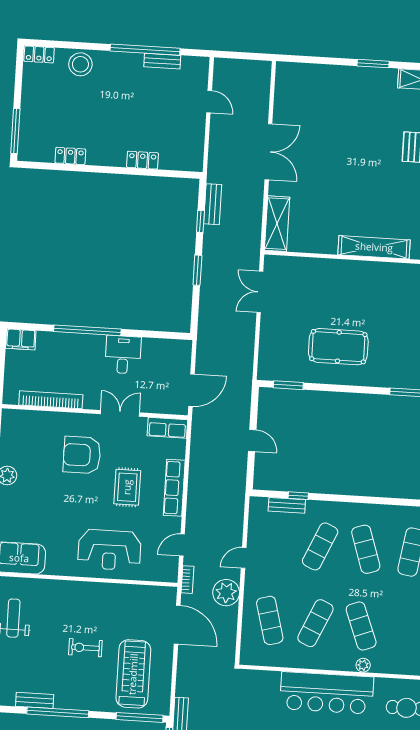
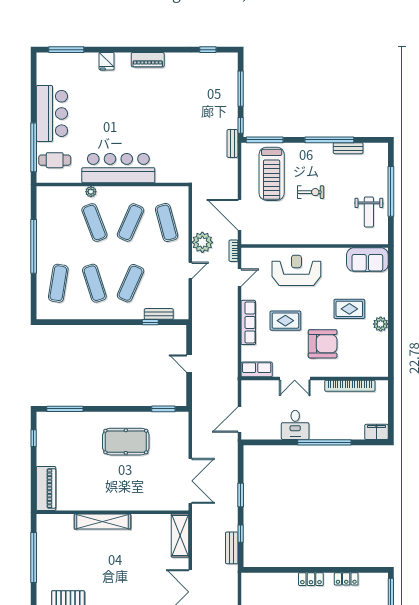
locker: (143, 160) -> (311, 579), moved
double door: (260, 292) -> (190, 481), width x1.37
door: (191, 390) -> (239, 419), moved
rug: (127, 487) -> (285, 321), turned 90
rug: (46, 497) -> (349, 309), added

